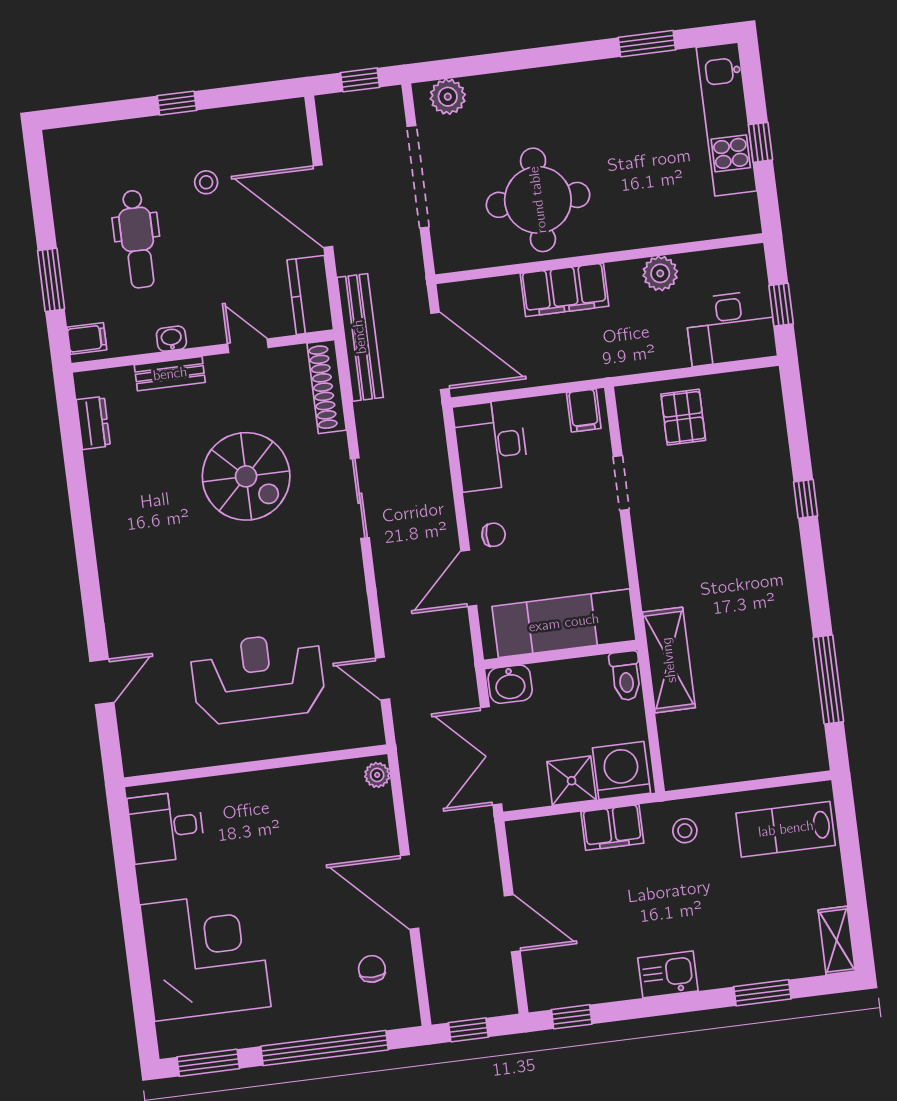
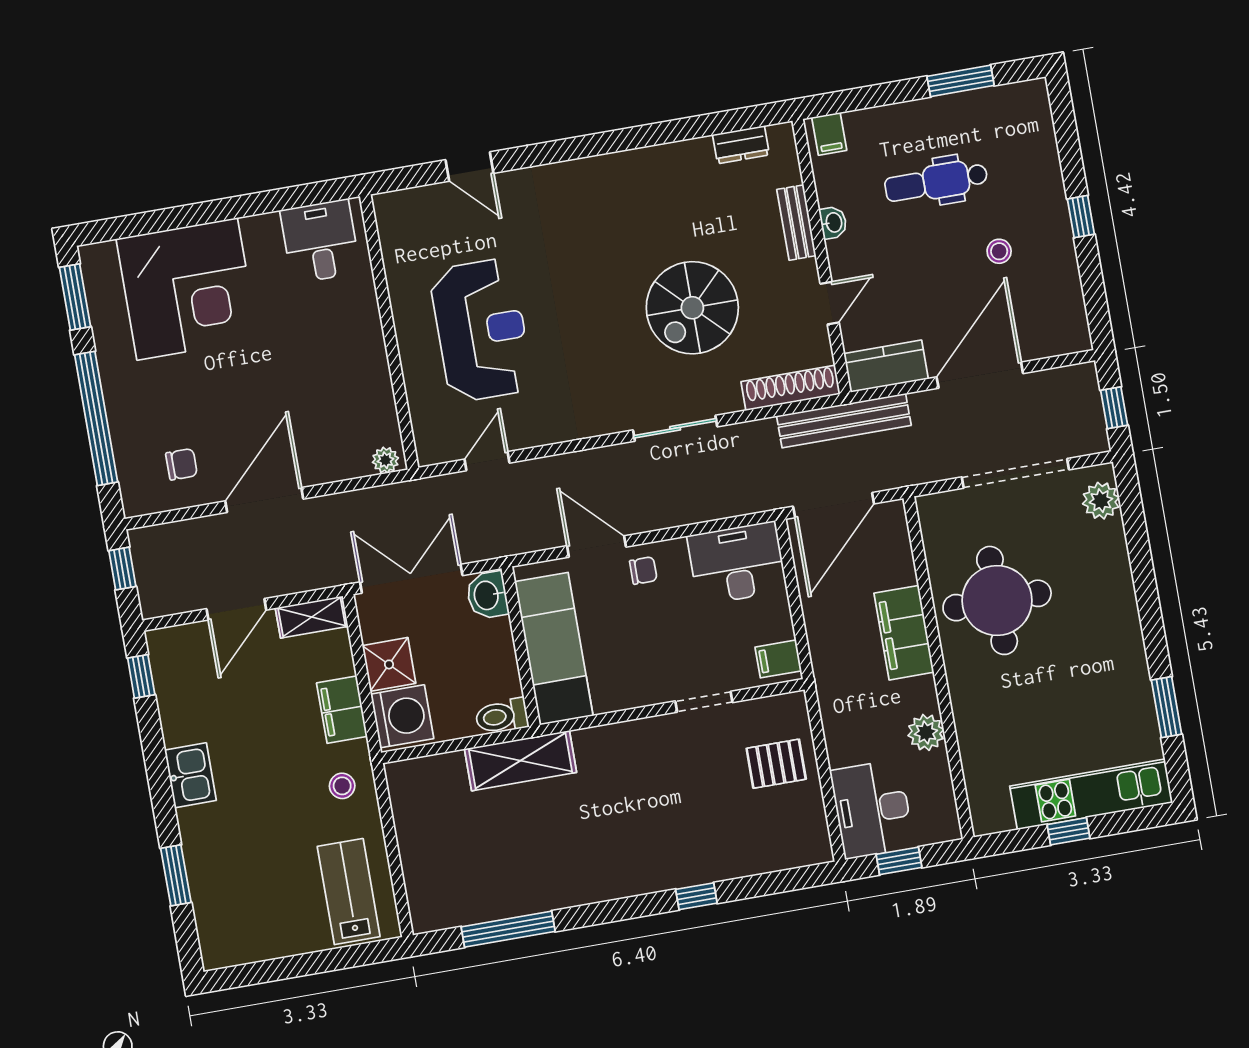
window: (51, 280) -> (961, 81), moved
chair: (494, 535) -> (643, 570), turned -90
shelving: (837, 941) -> (312, 617), moved

